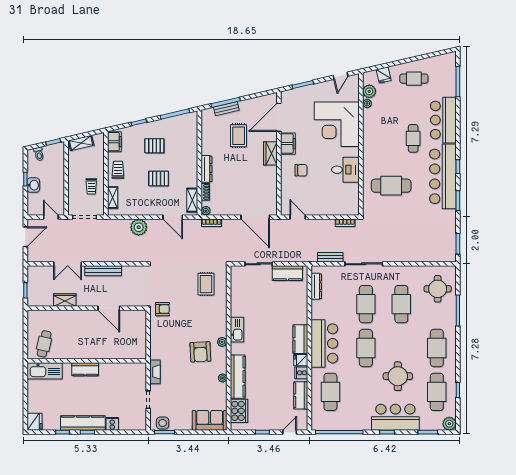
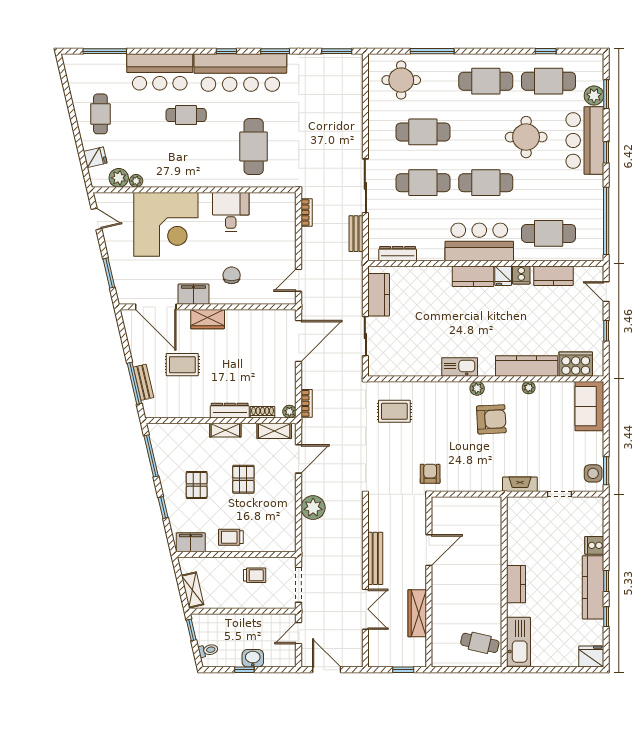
shelving: (113, 197) -> (225, 430), moved
wardrobe: (65, 300) -> (417, 613), width x1.50
plant: (449, 424) -> (594, 96), moved

